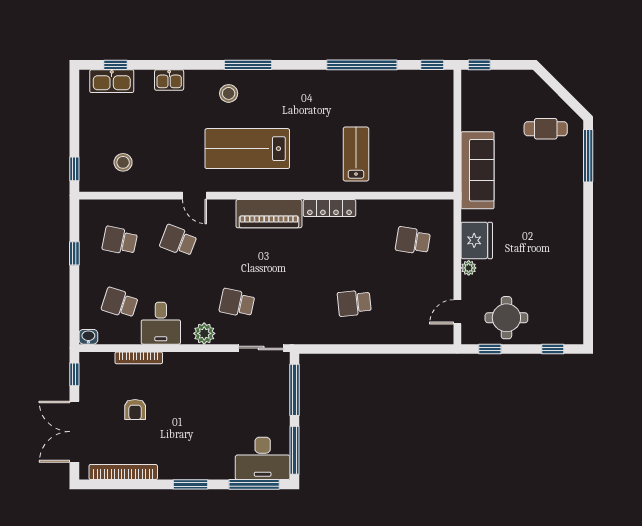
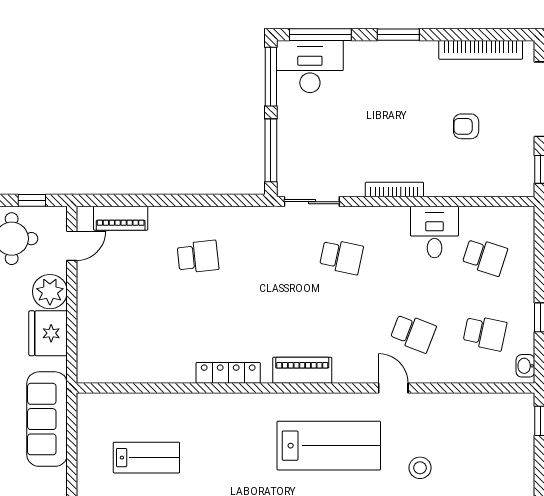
lab bench: (356, 154) -> (146, 458), moved, turned -90
stool: (123, 162) -> (420, 468), moved
piano: (269, 214) -> (302, 370), width x0.73, depth x0.75
school desk: (413, 241) -> (126, 333), removed
plant: (469, 268) -> (50, 292), width x1.87, depth x1.87
plant: (204, 333) -> (381, 219), removed
piano: (417, 334) -> (121, 218), added
washbasin: (88, 337) -> (525, 366), moved, turned 90
bookcase: (139, 358) -> (394, 190), moved
armchair: (135, 410) -> (466, 126), turned -90

